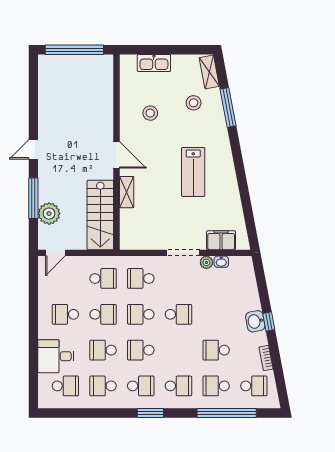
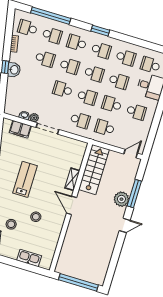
stool: (150, 113) -> (36, 217), moved
plant: (49, 214) -> (121, 199), moved
school desk: (178, 350) -> (70, 66), added
school desk: (141, 386) -> (101, 50), turned 180

